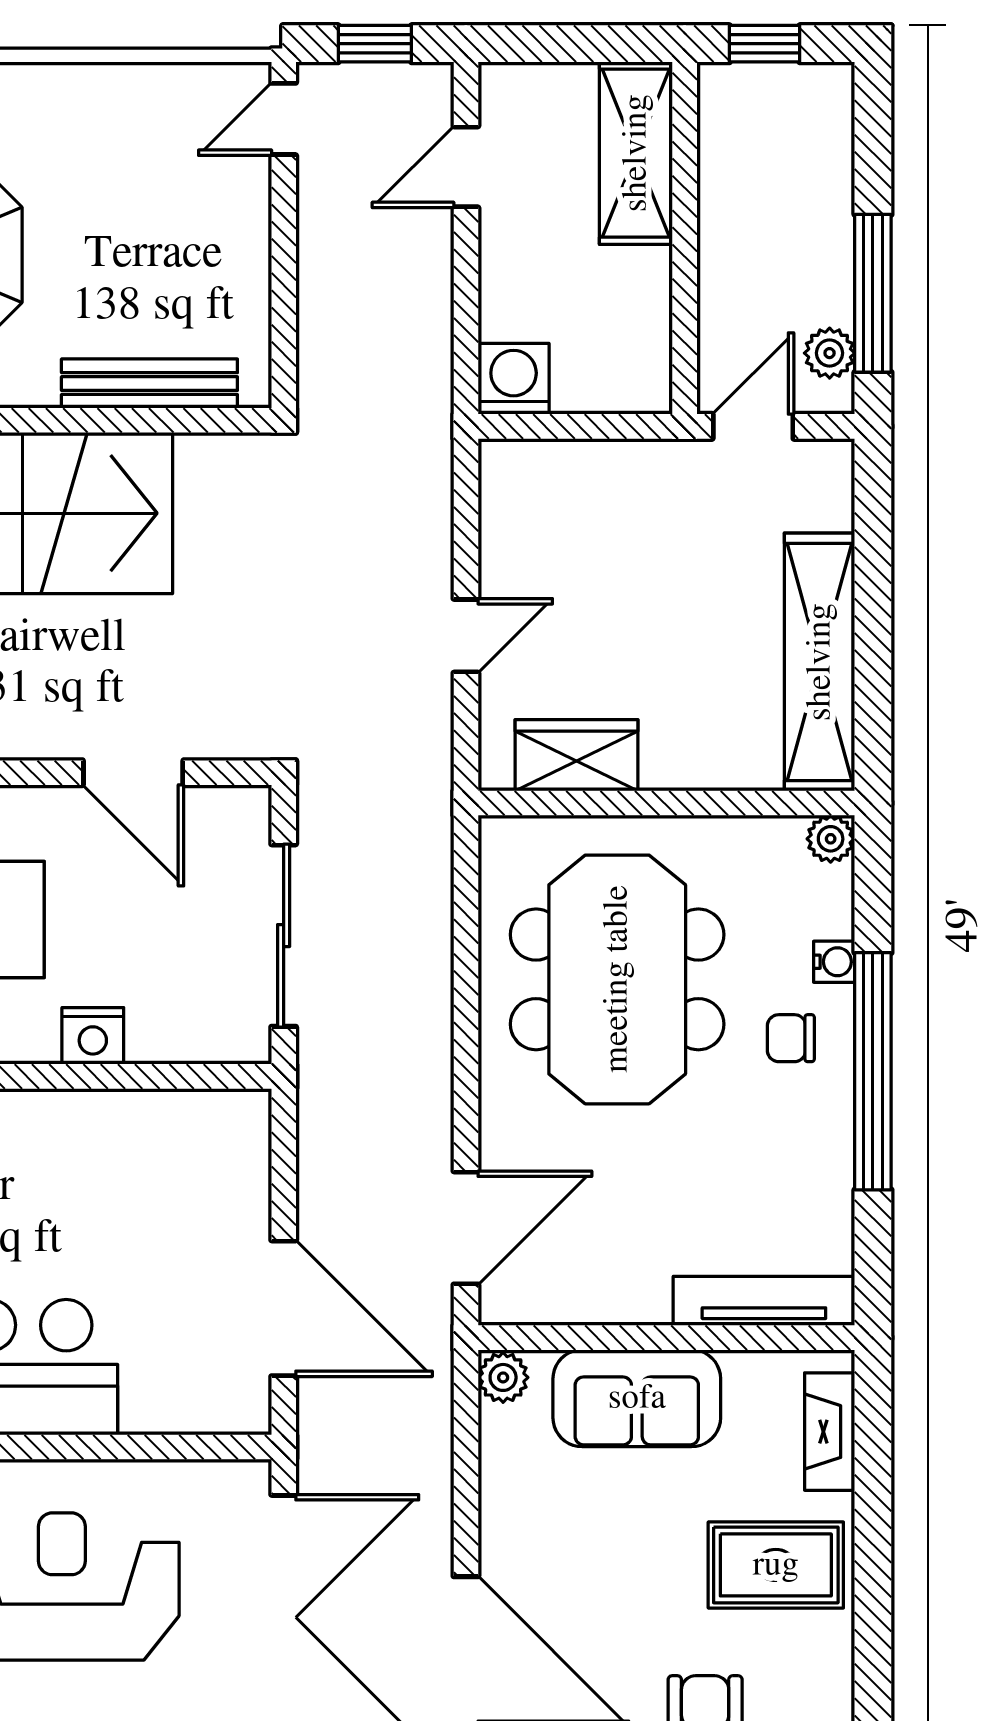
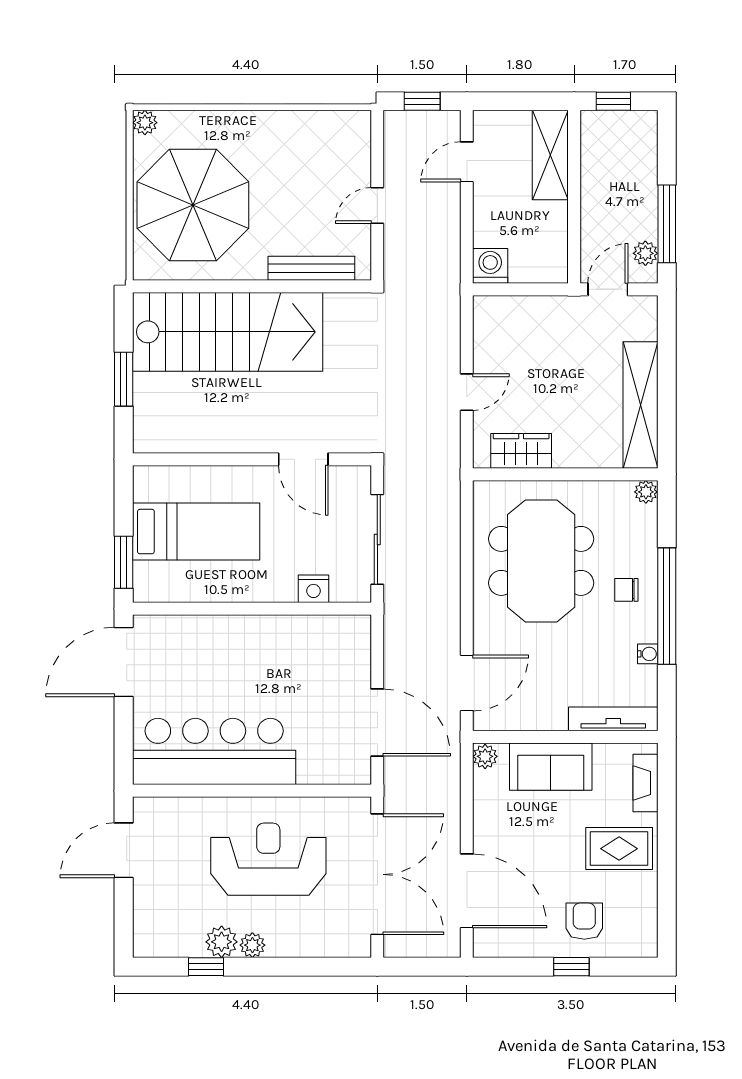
door: (284, 119) -> (377, 206), moved
water cooler: (834, 962) -> (648, 654), moved
nightstand: (93, 1036) -> (314, 589), moved

